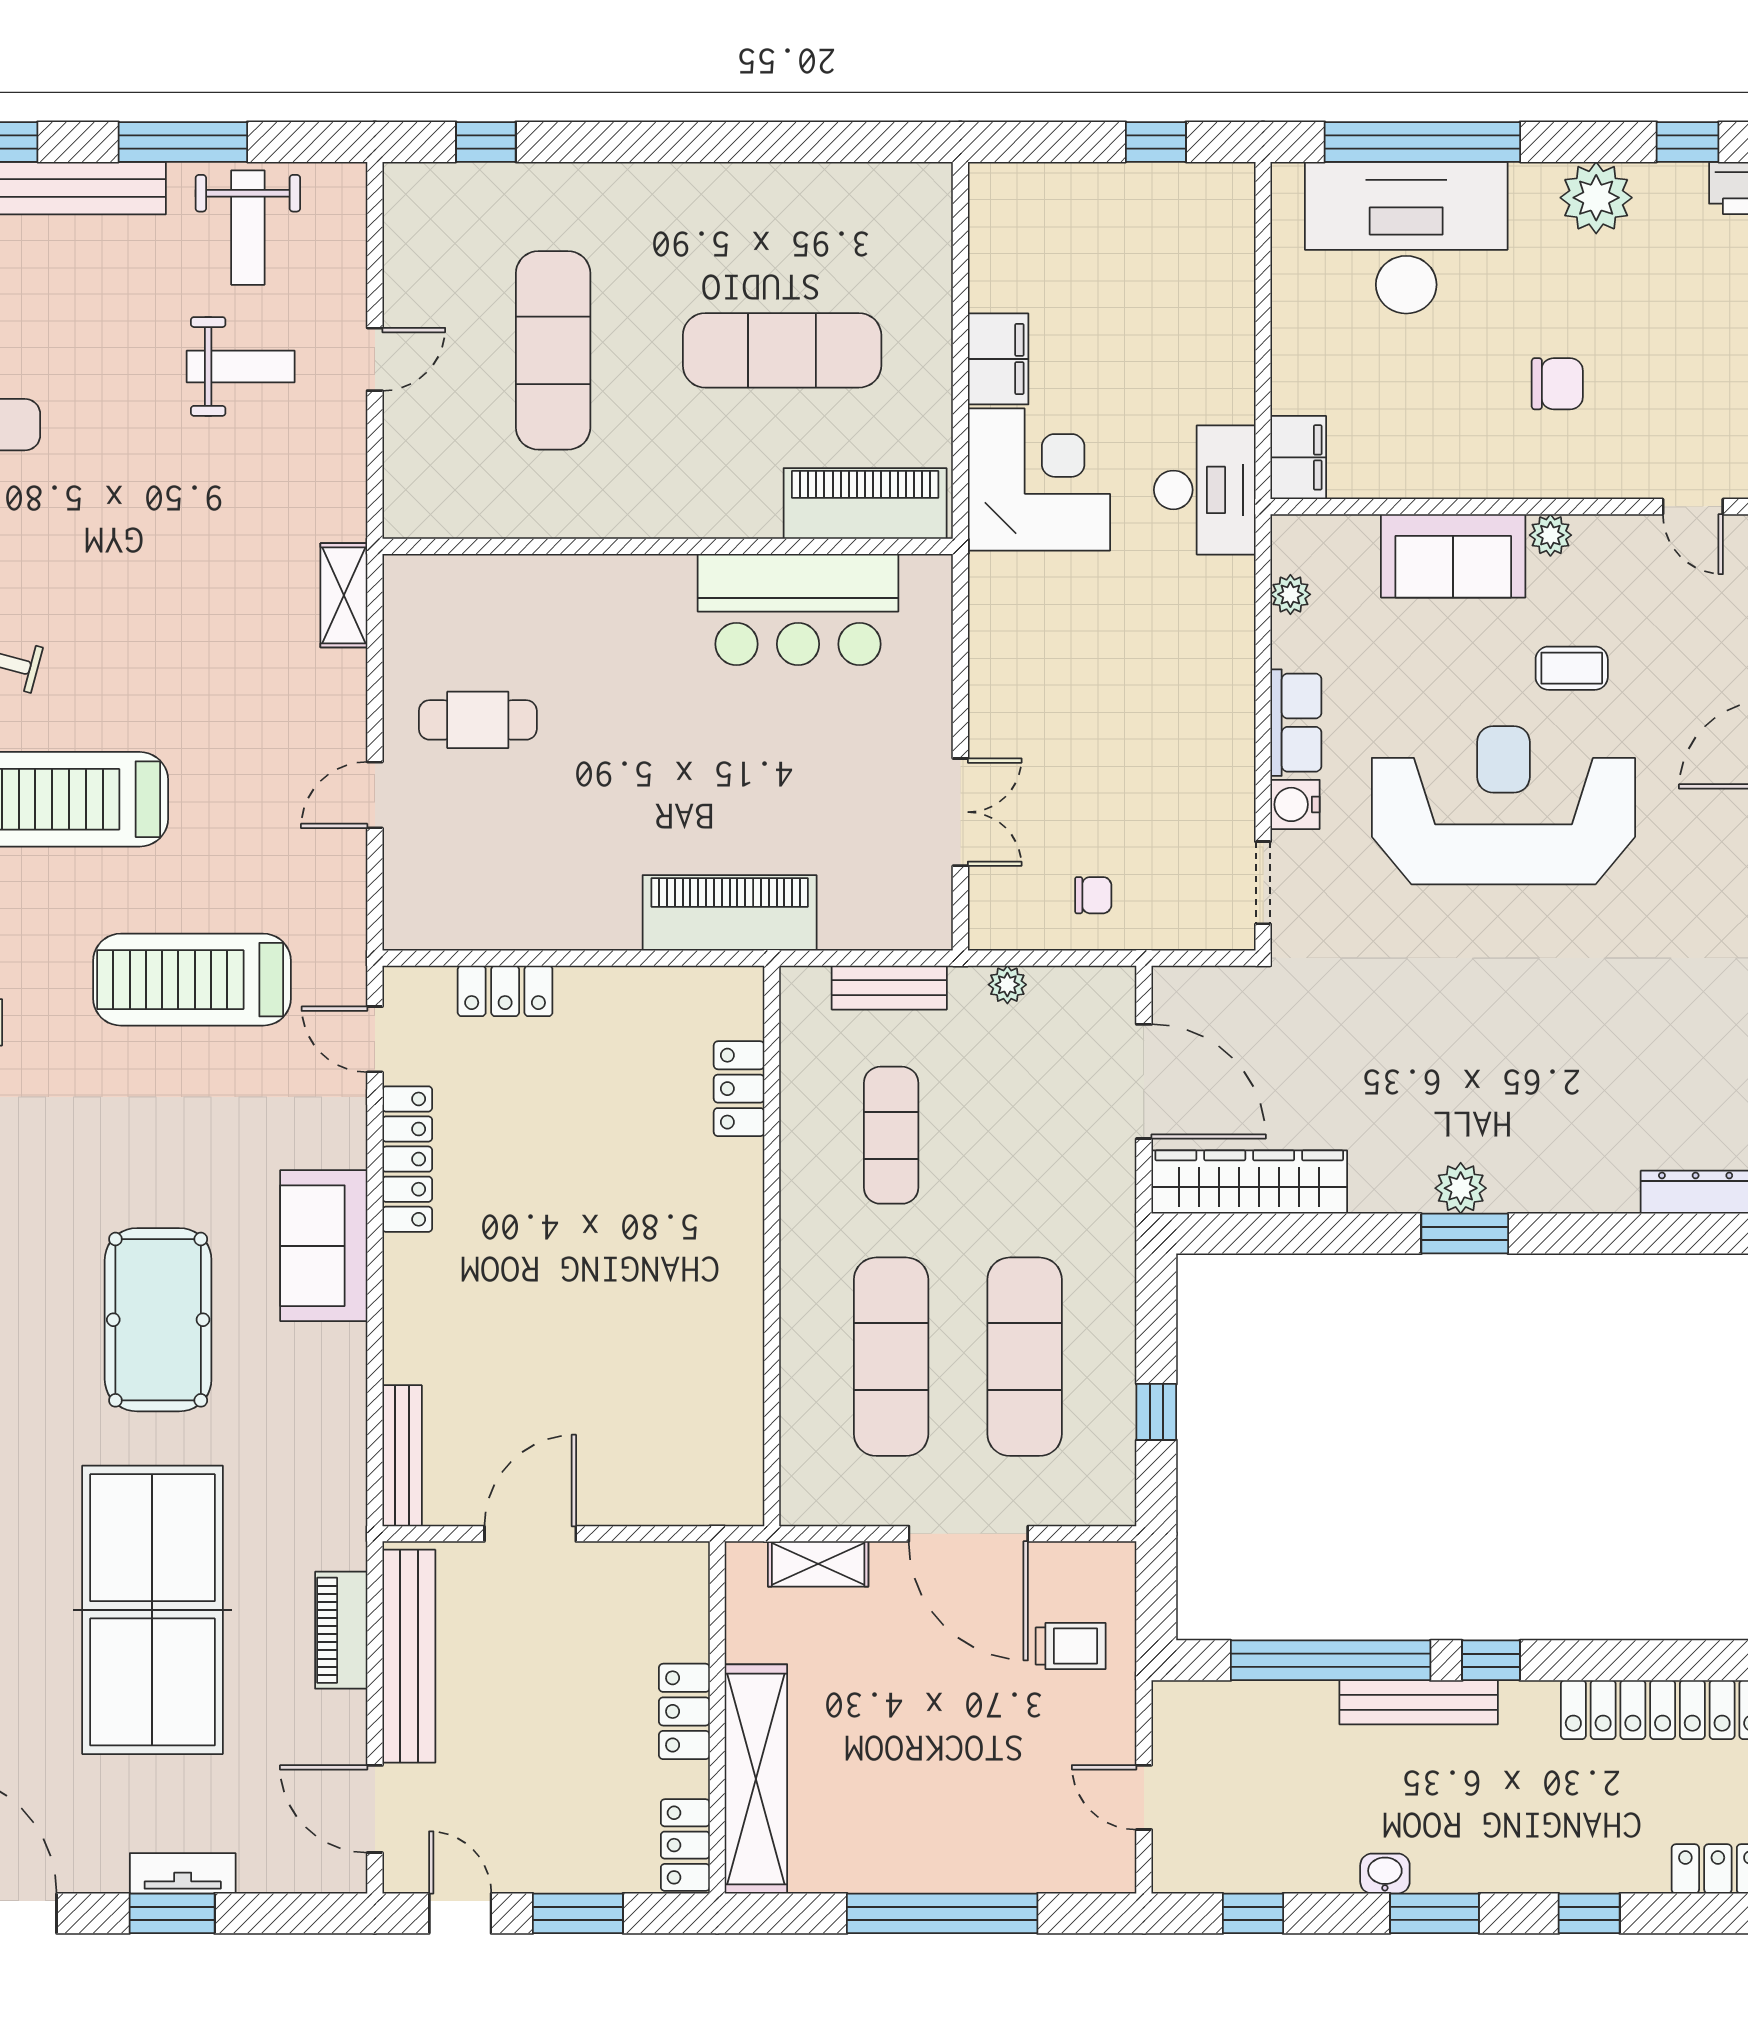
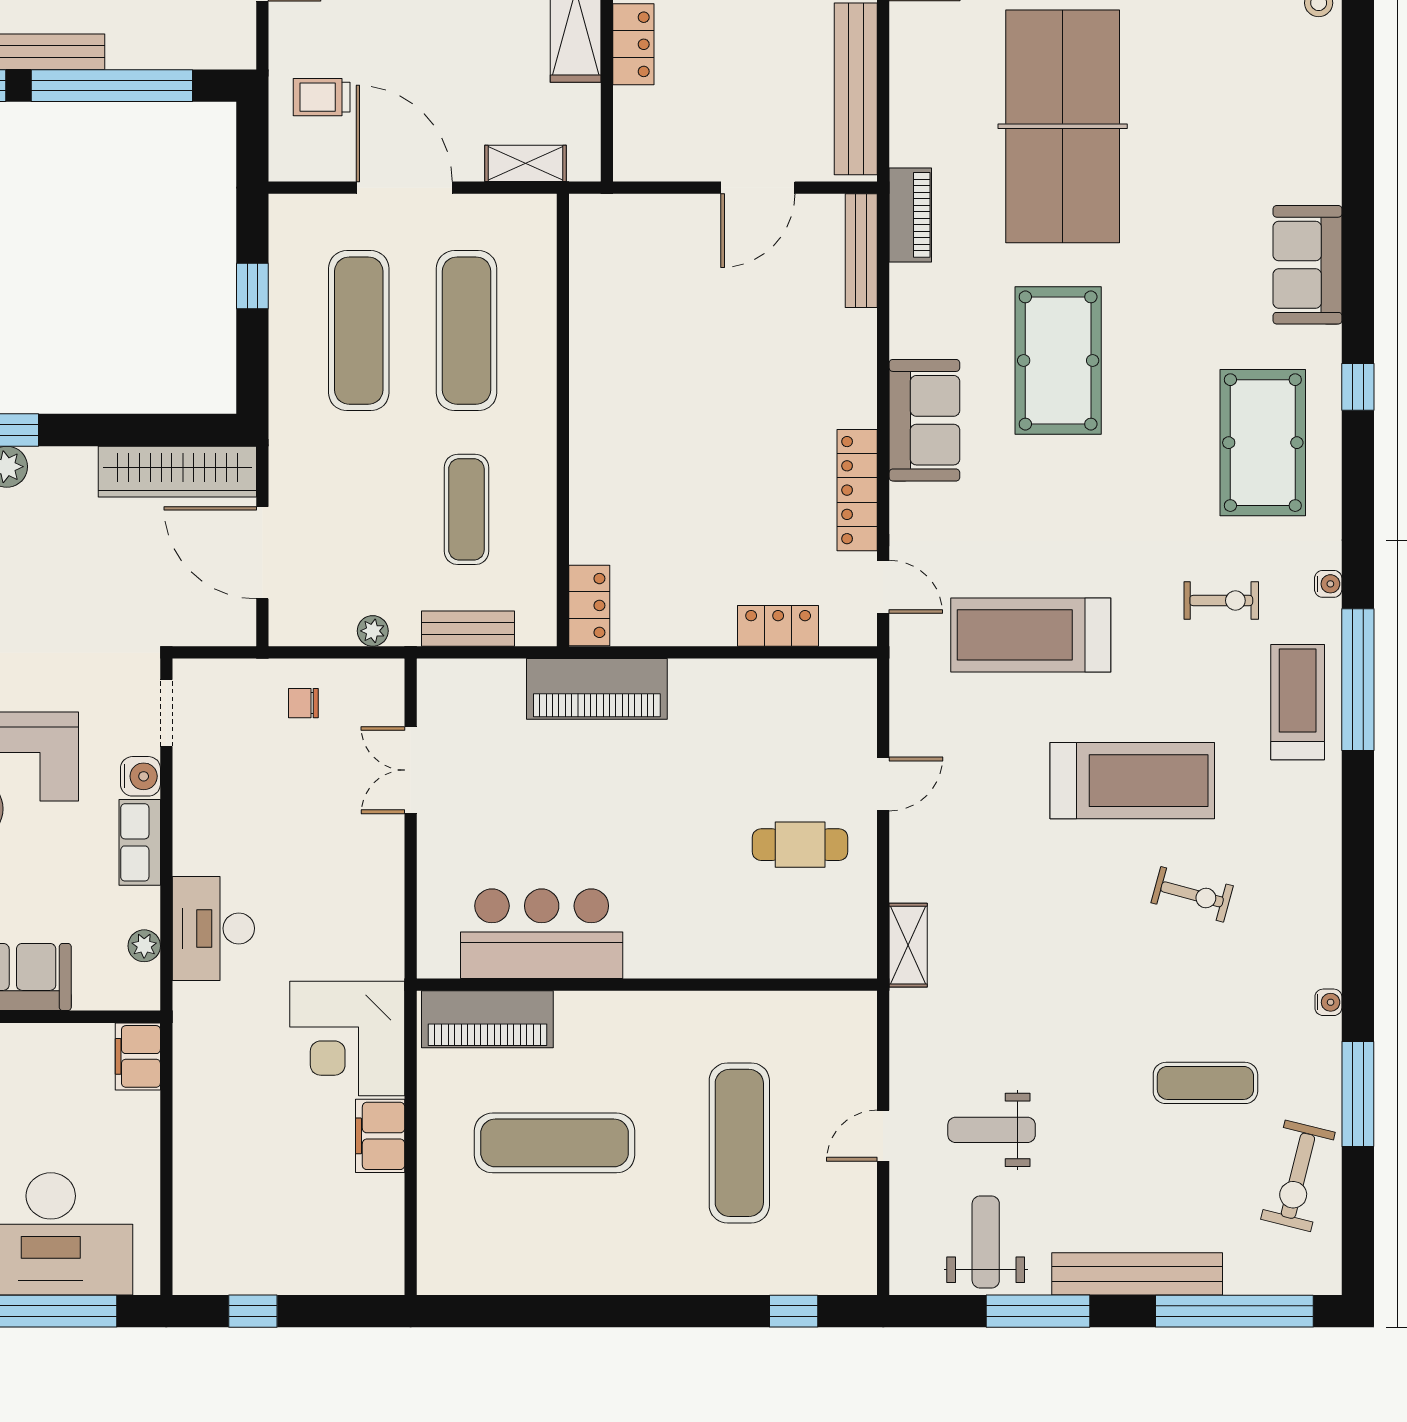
desk: (1205, 490) -> (213, 928), moved
treadmill: (192, 980) -> (1031, 635), turned 180
locker: (739, 1089) -> (589, 605), moved
piano: (341, 1630) -> (910, 215), moved

